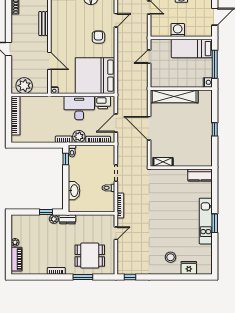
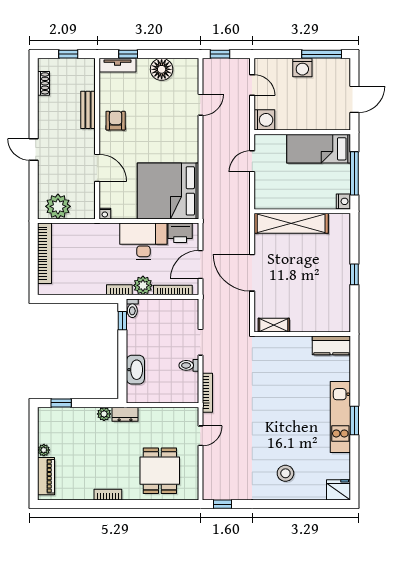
washing machine: (178, 30) -> (264, 120), moved, turned 90
armchair: (98, 37) -> (116, 121), moved
window: (46, 212) -> (61, 403), moved
dining table: (90, 256) -> (160, 471), turned 90
fridge: (189, 268) -> (339, 490), moved
window: (83, 277) -> (149, 504), removed

